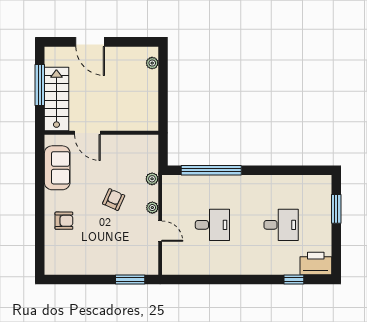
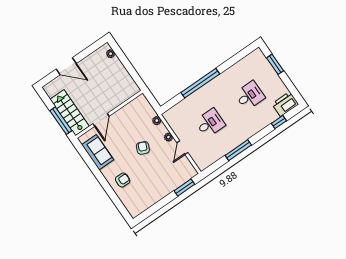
window: (40, 85) -> (61, 121), moved
door: (87, 133) -> (101, 120), hinge flipped
window: (211, 170) -> (200, 83), moved
door: (160, 231) -> (182, 148), swing flipped
window: (223, 279) -> (238, 150), added

